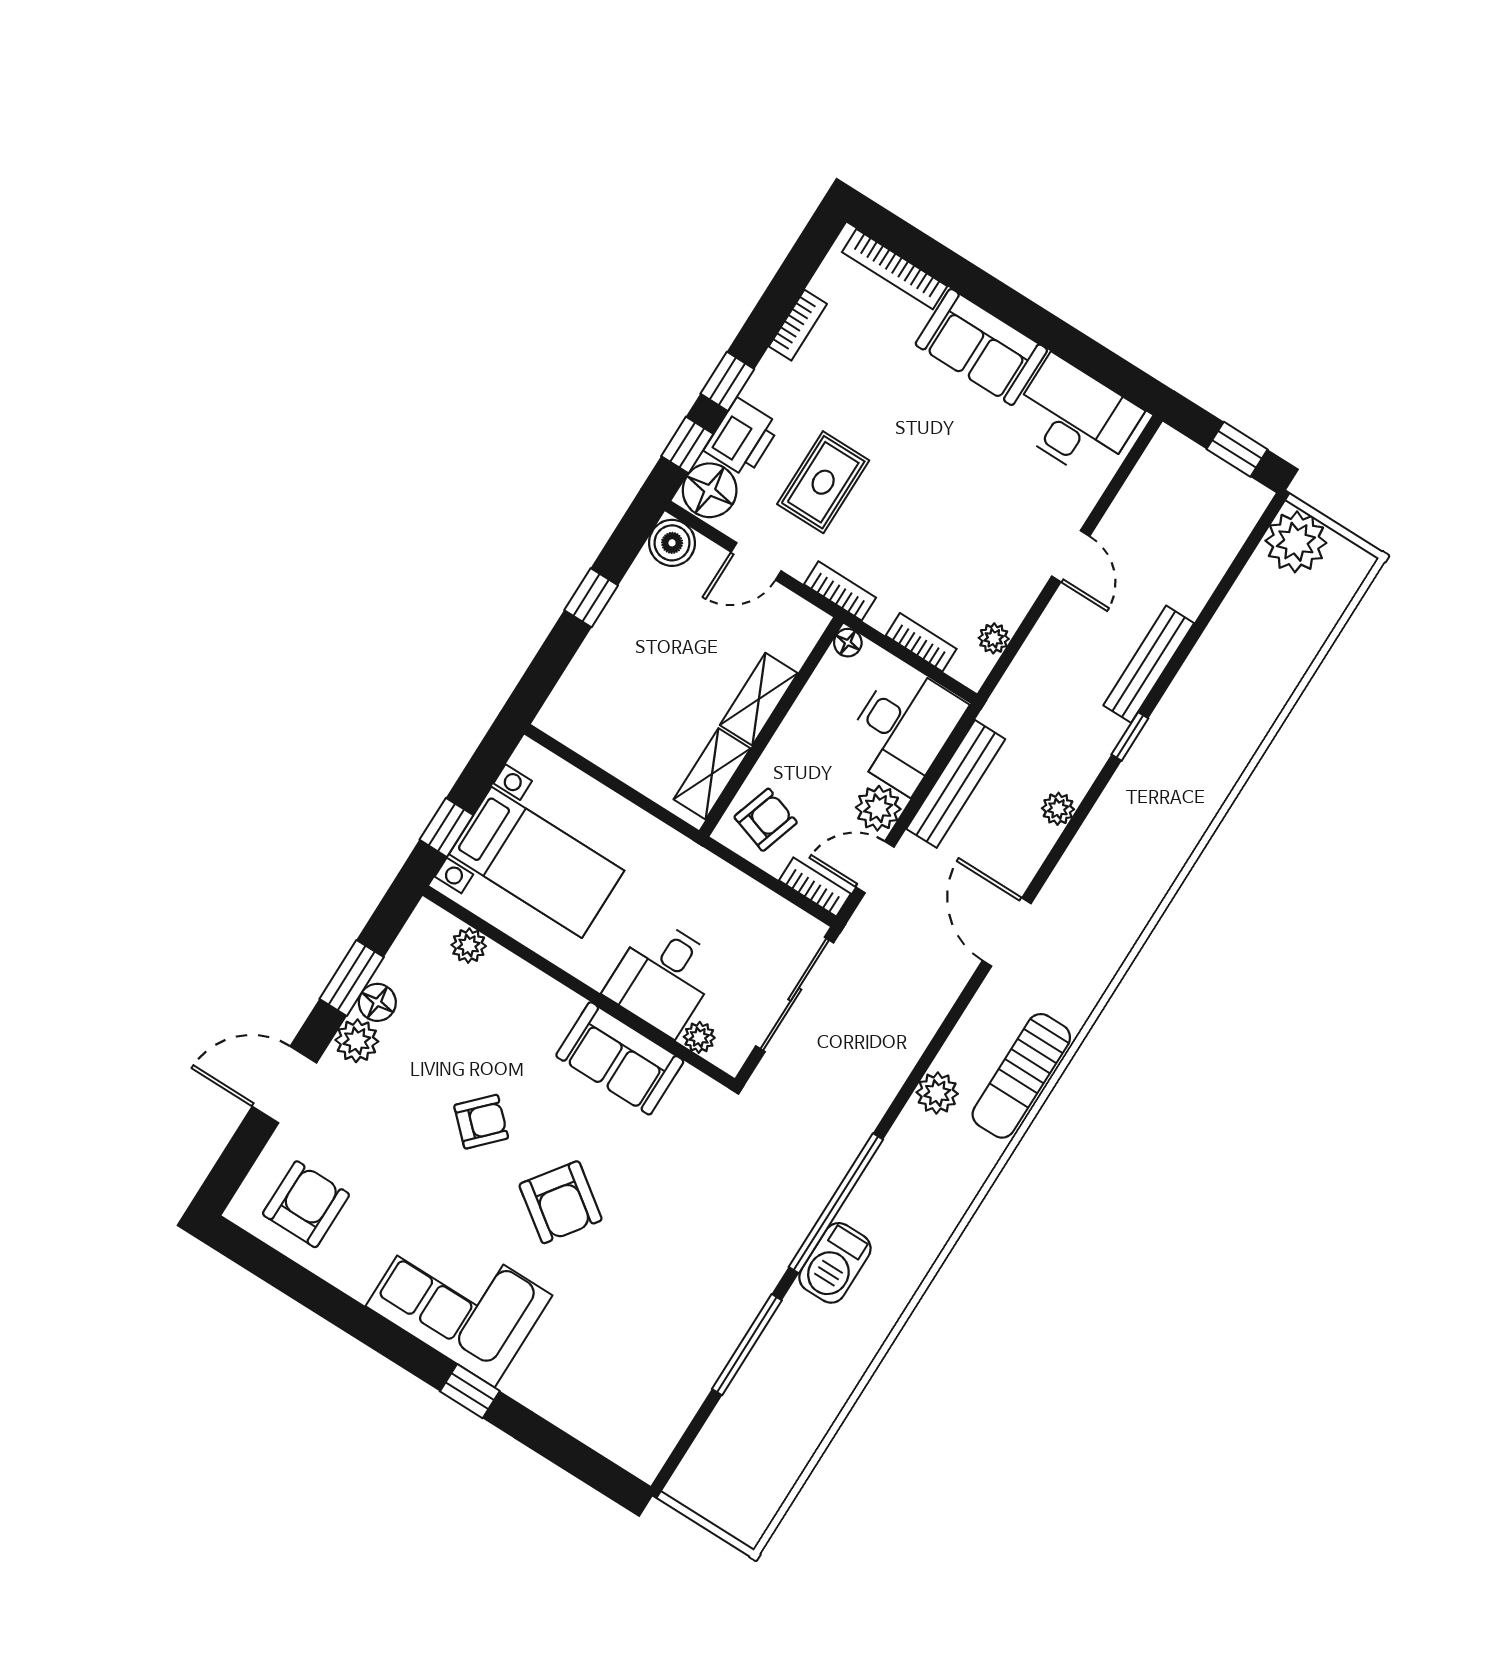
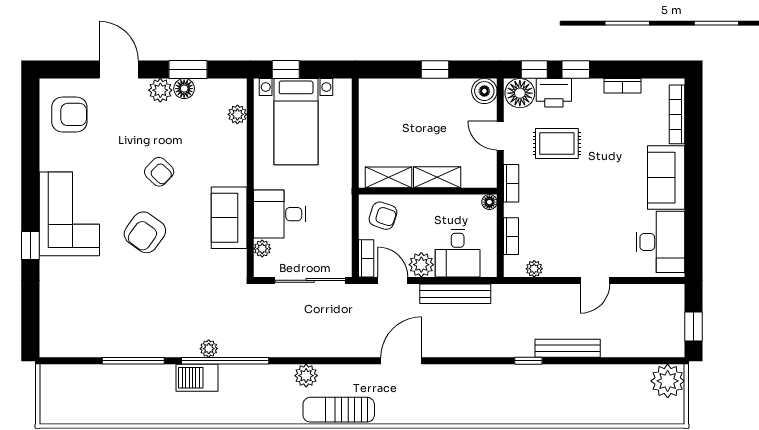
desk: (904, 728) -> (458, 253), width x0.73
plant: (1058, 809) -> (209, 349), moved

